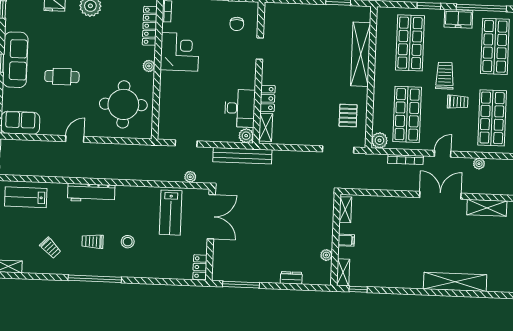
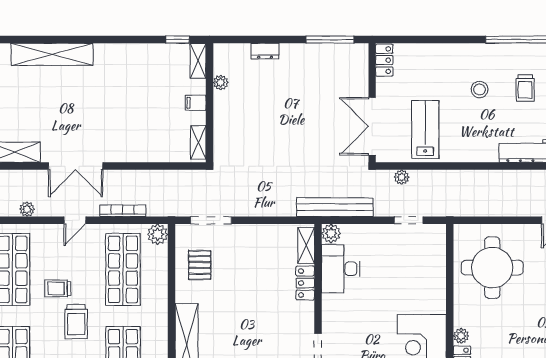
plant: (149, 66) -> (461, 336), moved
trolley: (93, 241) -> (525, 88), turned 90

